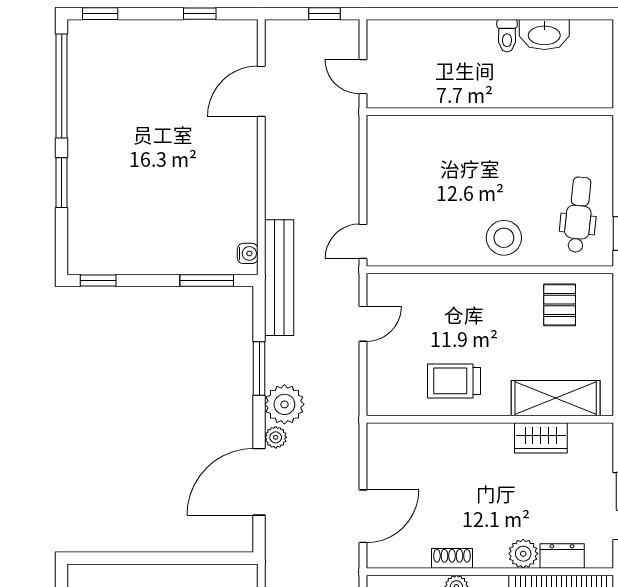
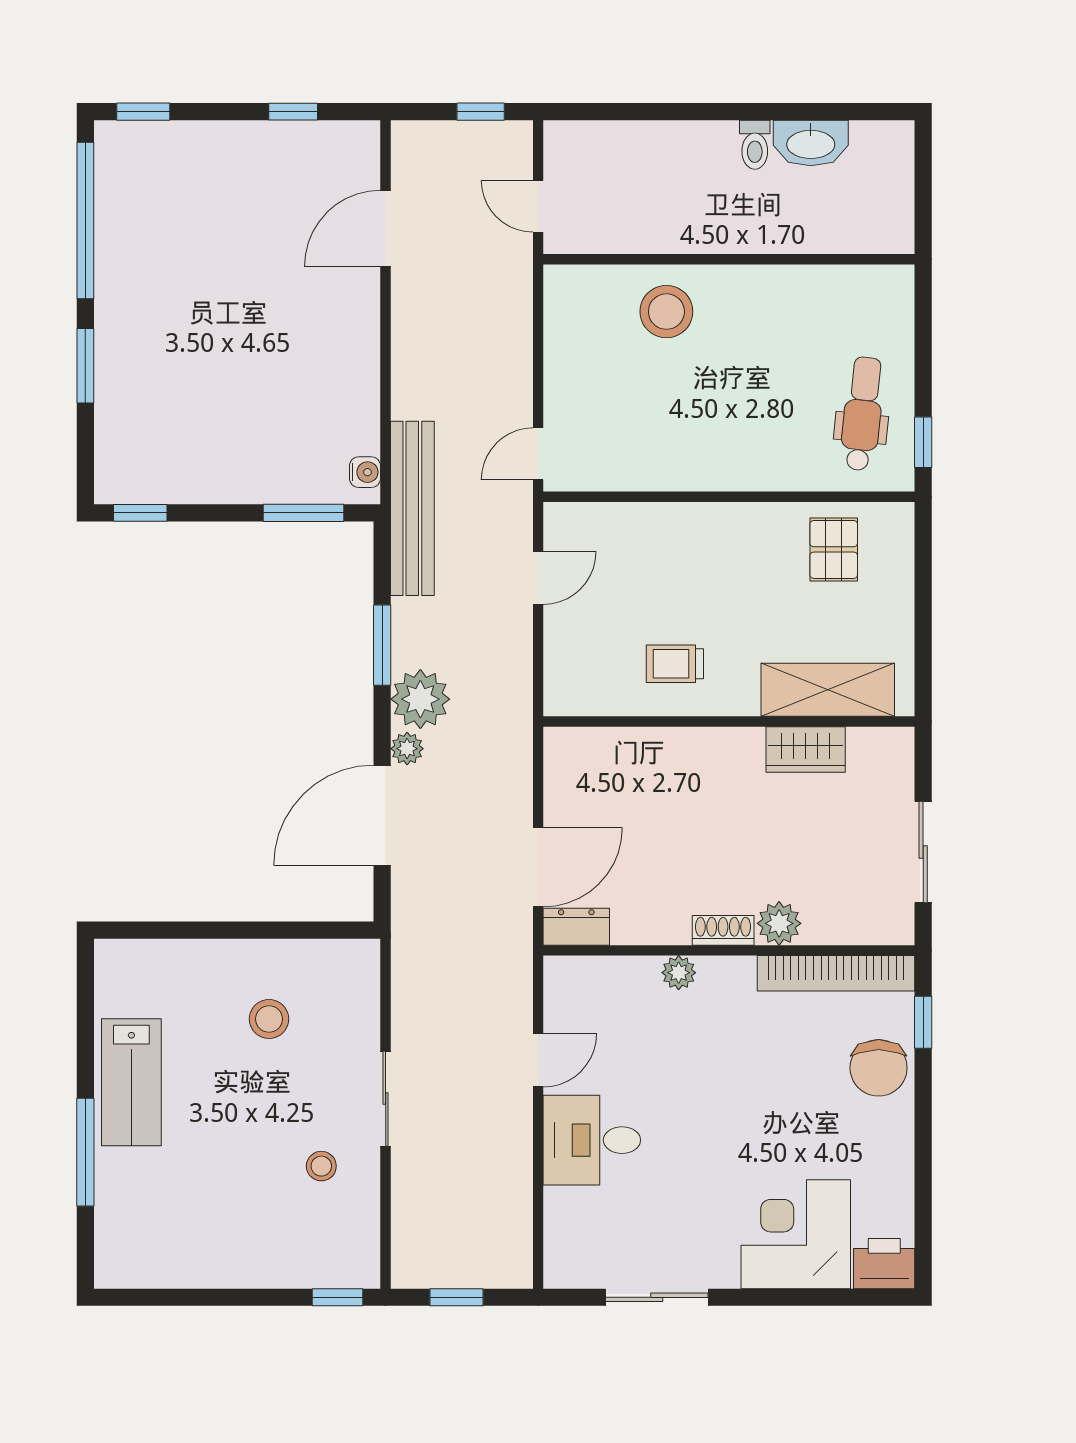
stool: (504, 238) -> (666, 312), moved
trolley: (454, 381) -> (675, 664), width x0.73, depth x0.72
dresser: (562, 556) -> (576, 927), moved
shoe rack: (452, 558) -> (723, 930), moved

